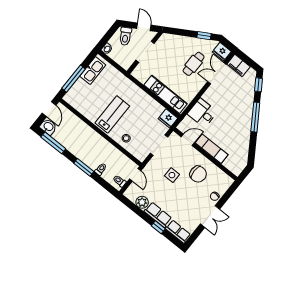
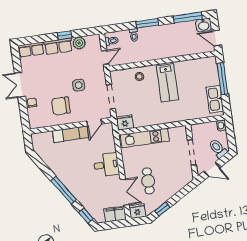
desk: (202, 113) -> (106, 165), moved
door: (135, 175) -> (105, 57), swing flipped
window: (158, 227) -> (65, 35), moved

